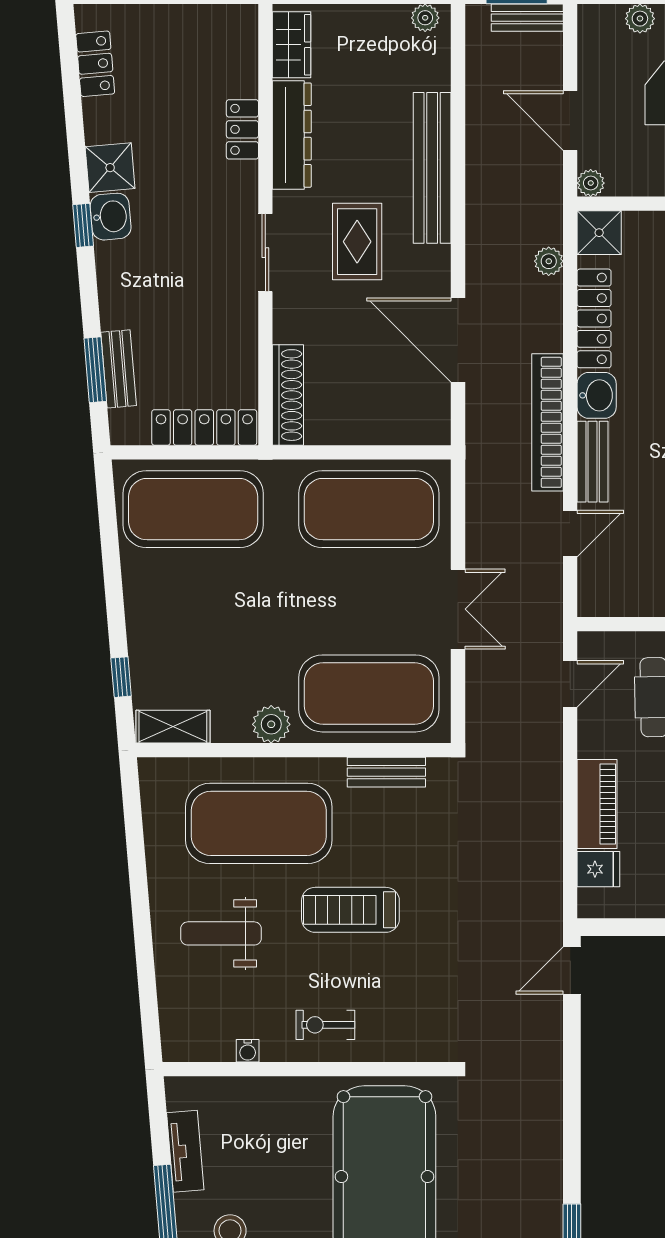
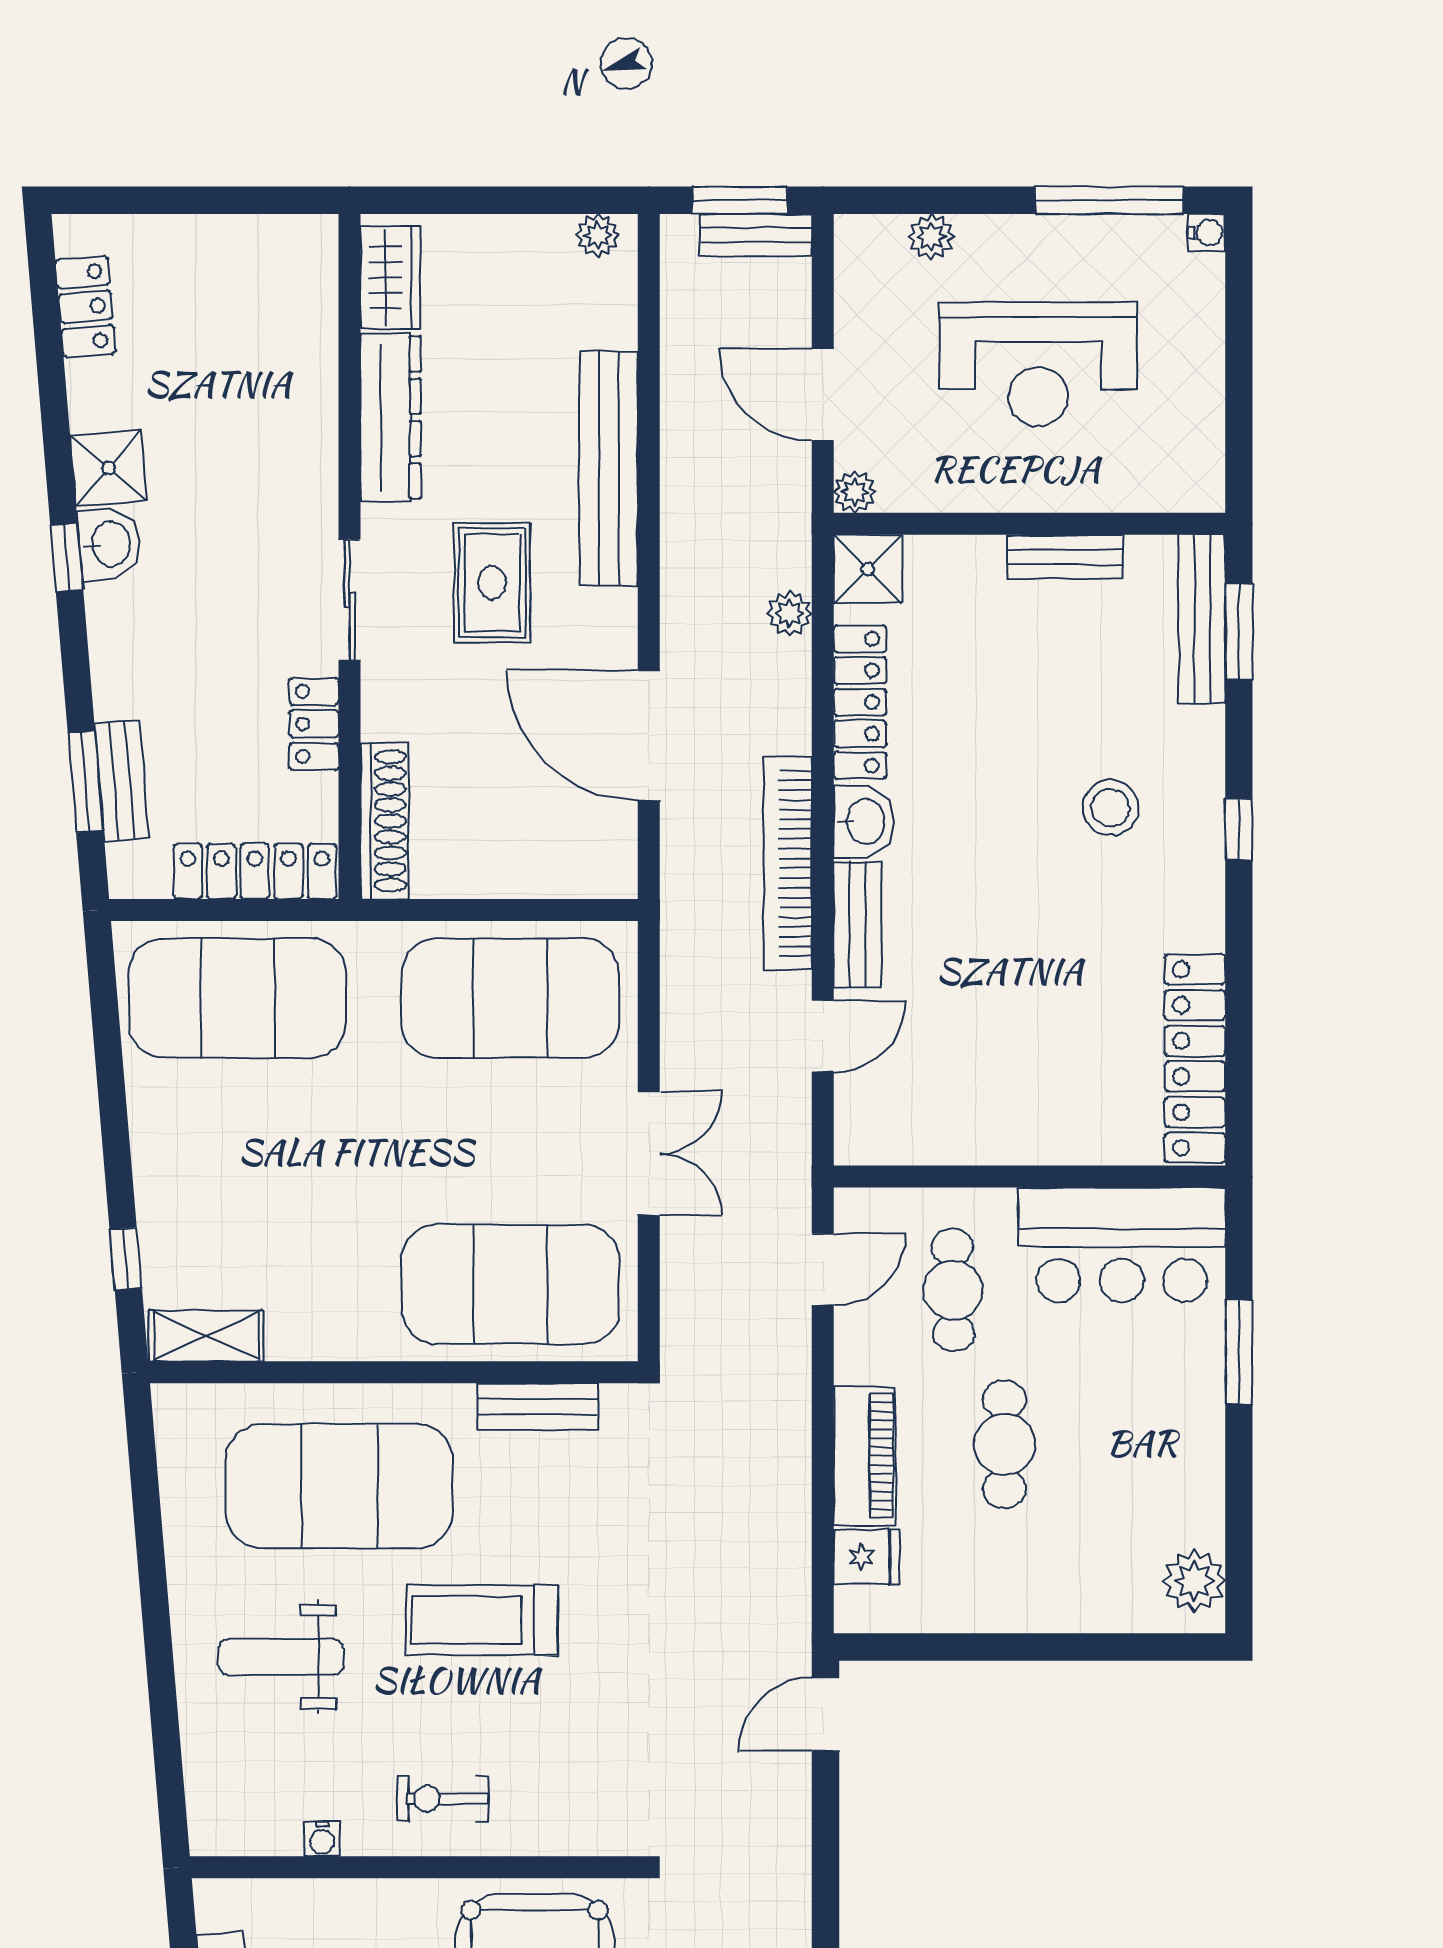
locker: (242, 129) -> (314, 724), moved
plant: (271, 724) -> (359, 1332), removed

